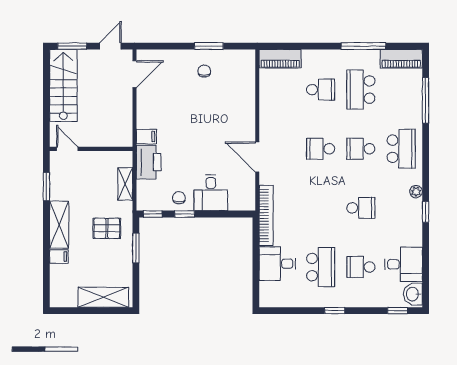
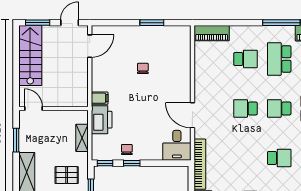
chair: (204, 71) -> (143, 68), moved
desk: (211, 193) -> (177, 145), moved

